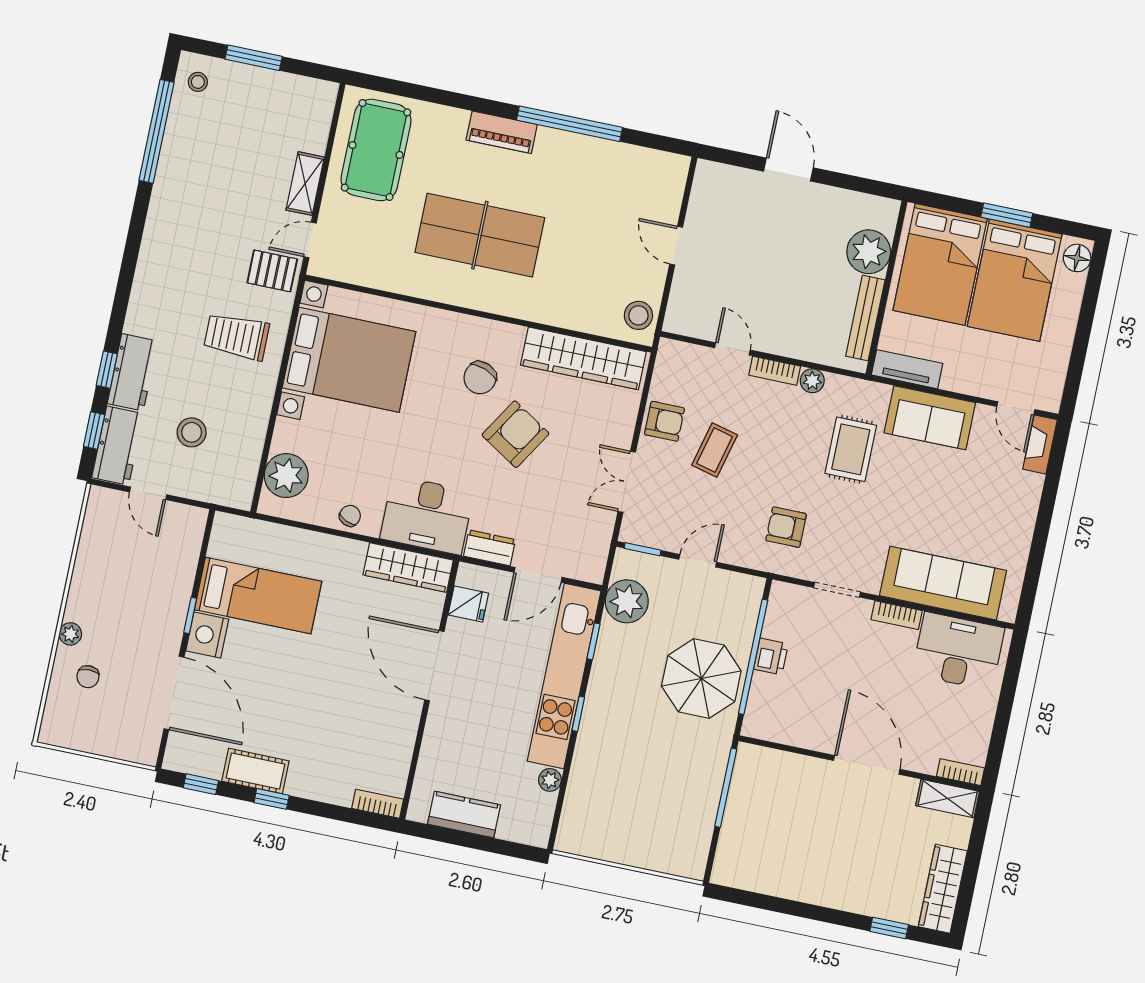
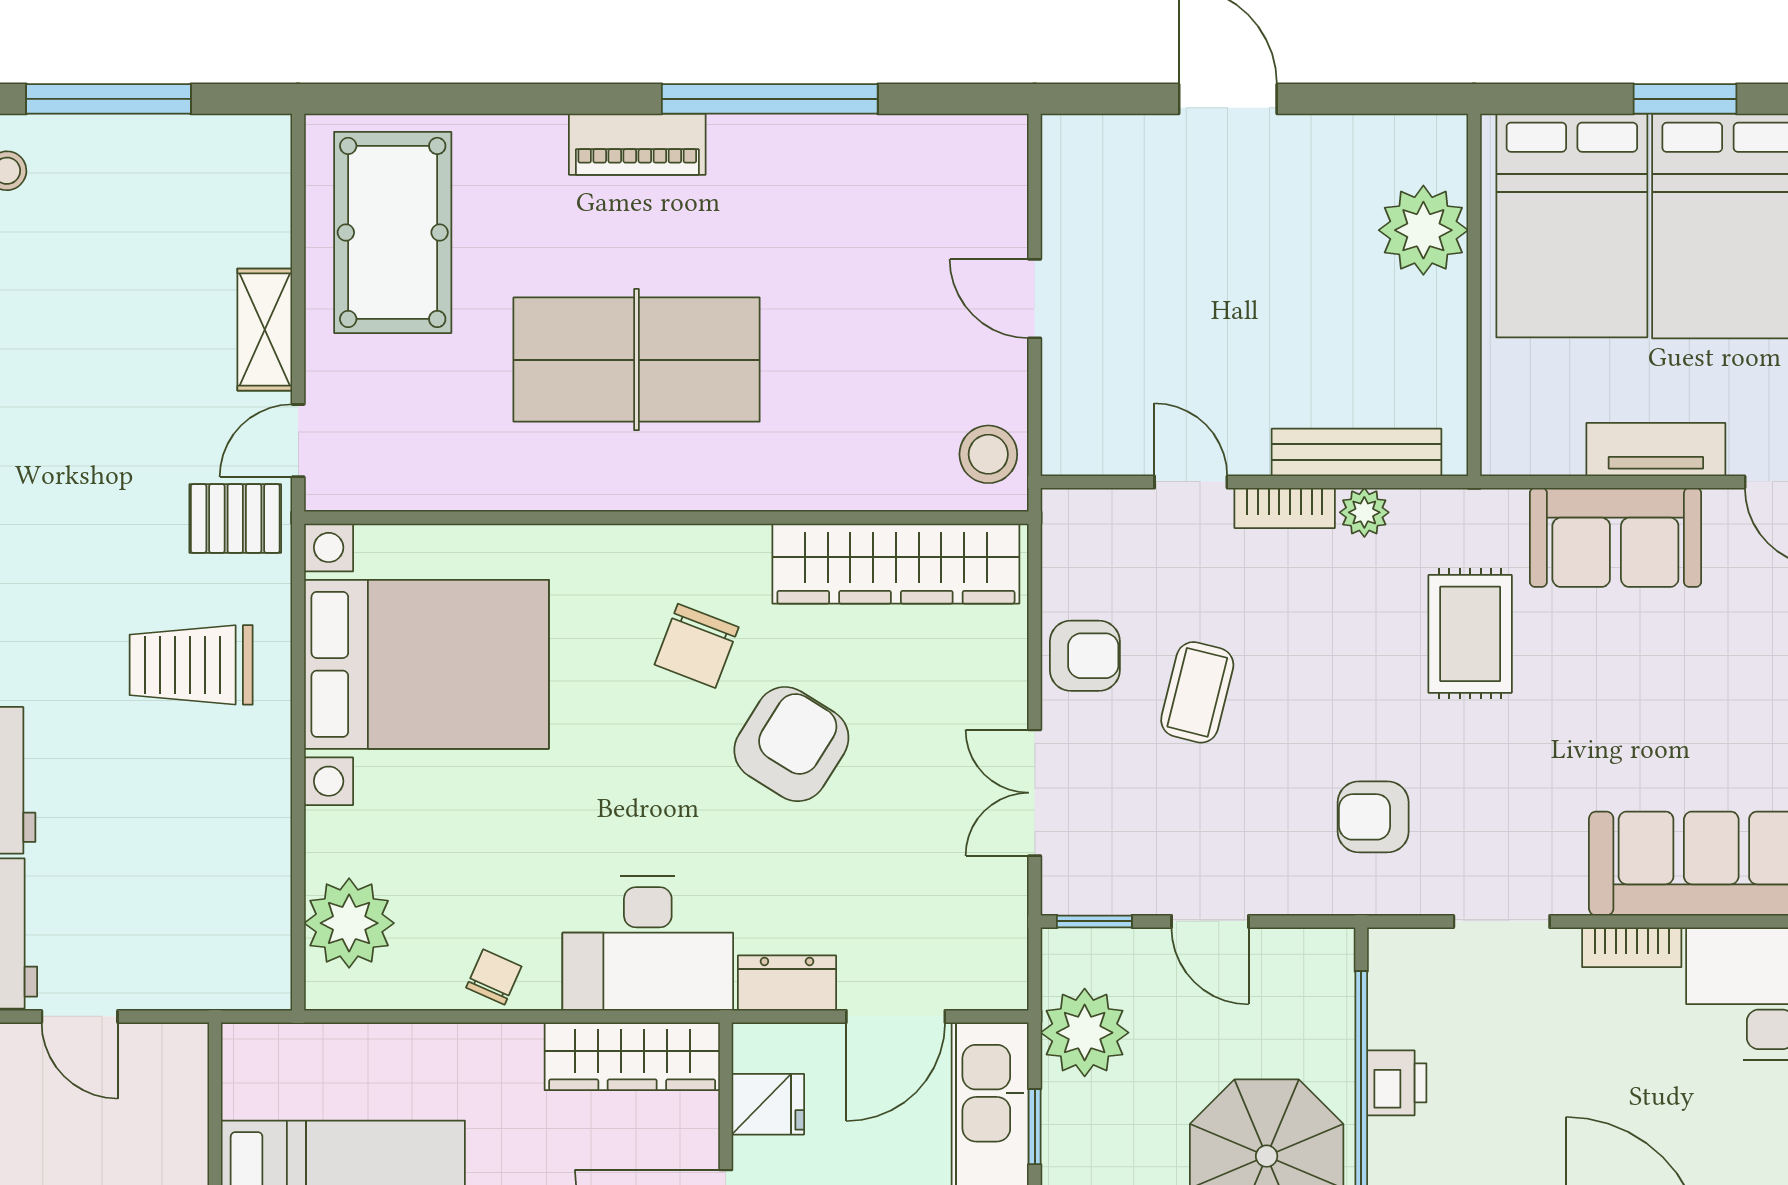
window: (254, 58) -> (109, 99), width x1.44
bench: (865, 318) -> (1356, 452), moved, turned 90
tv unit: (907, 369) -> (1656, 449), moved
stool: (192, 432) -> (141, 876), removed
door: (698, 561) -> (1210, 921), swing flipped

